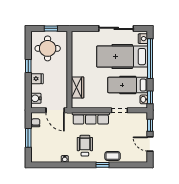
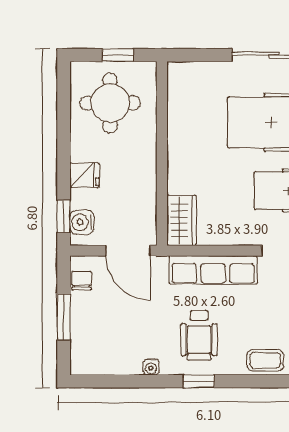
window: (28, 66) -> (64, 216), moved
wardrobe: (78, 87) -> (182, 220), moved
wheelchair: (85, 146) -> (199, 336), turned 180
window: (102, 165) -> (199, 381), moved

